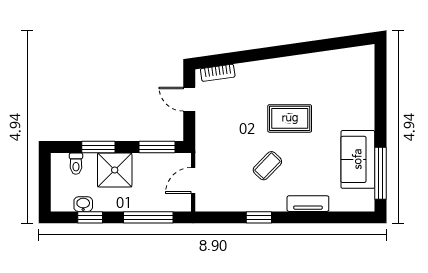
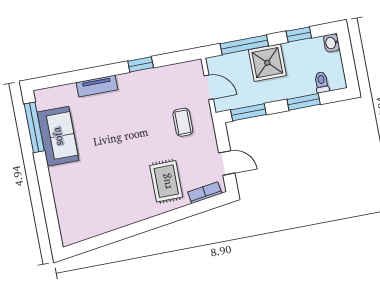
rug: (290, 118) -> (166, 181), moved, turned 90
coffee table: (267, 166) -> (183, 122), moved, turned -44
shower: (115, 170) -> (267, 63), moved
door: (193, 181) -> (209, 87), hinge flipped
washbasin: (83, 204) -> (332, 43), moved, turned 90

